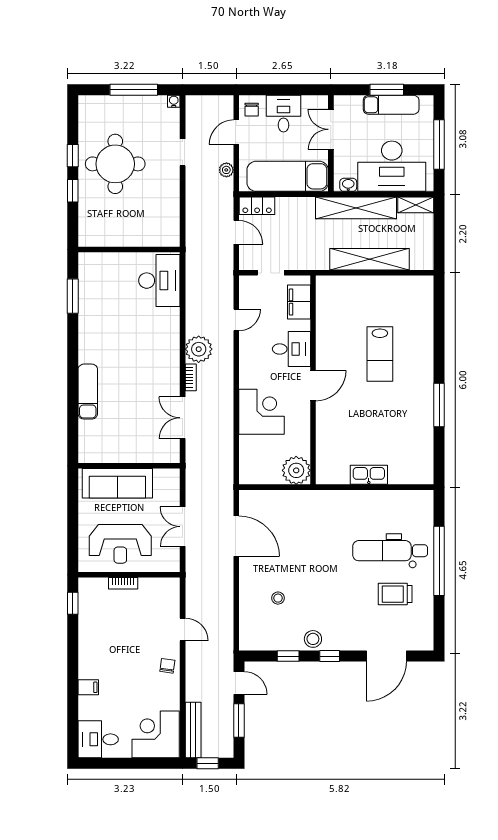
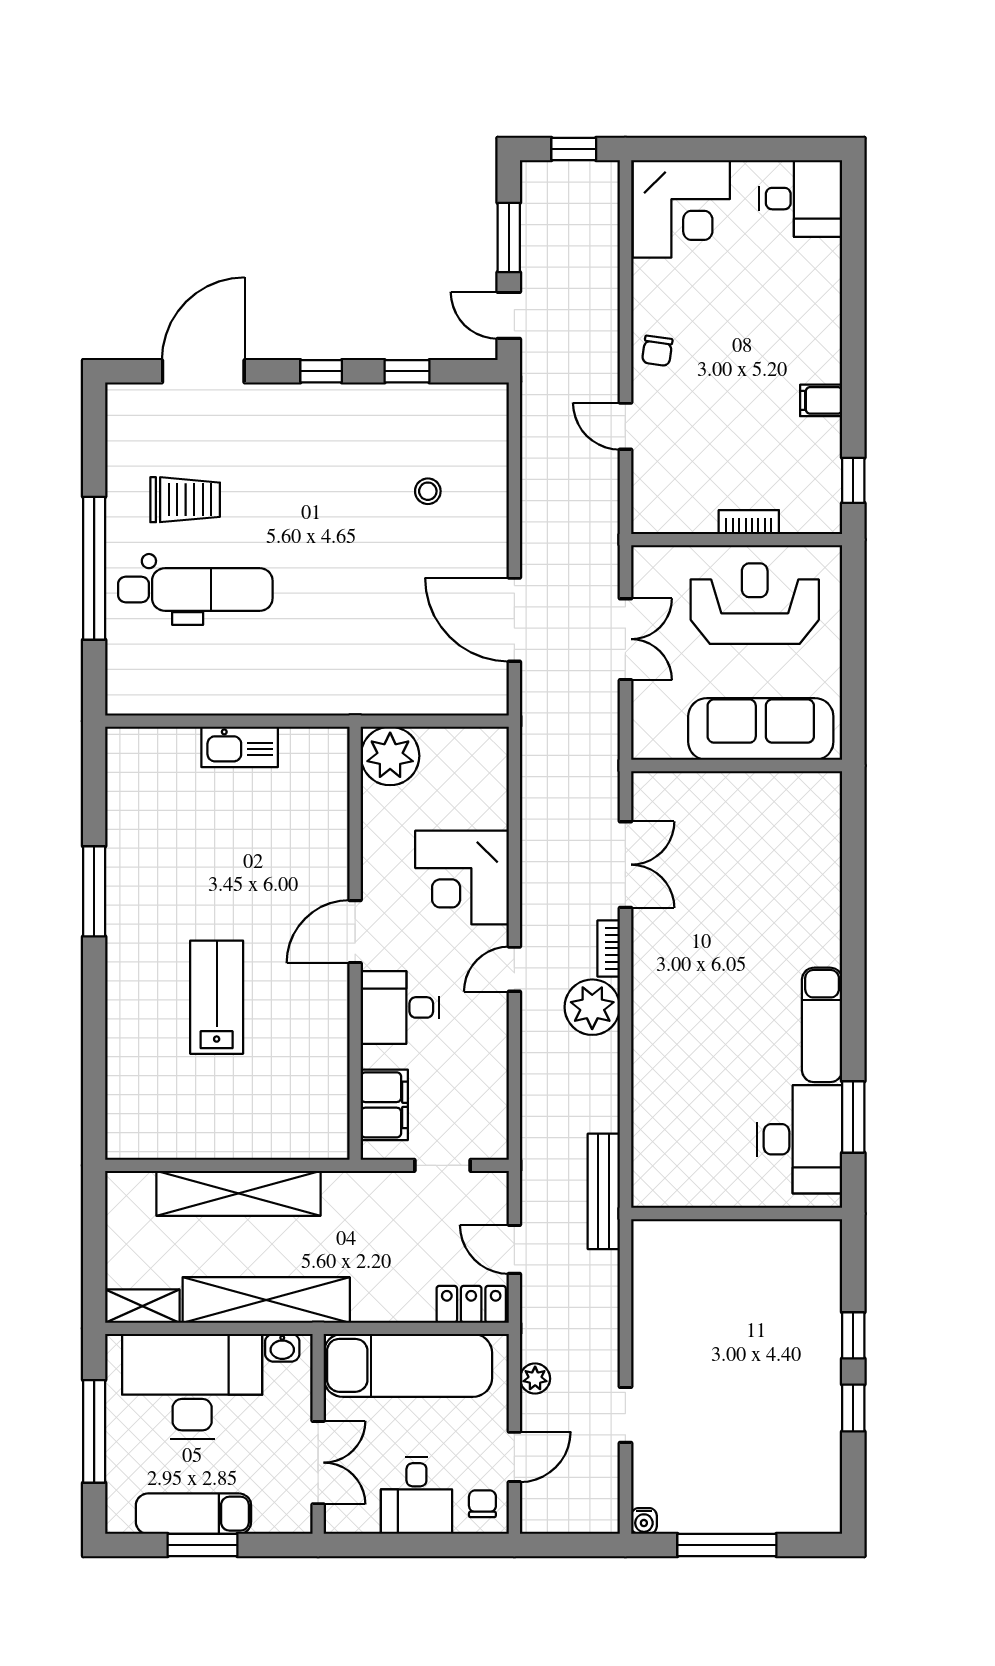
round table: (115, 164) -> (765, 1391), removed
desk: (159, 281) -> (800, 1139), moved, turned 180
door: (236, 320) -> (514, 969), moved
exam couch: (88, 392) -> (822, 1025), moved
stool: (313, 639) -> (355, 407), removed
filing cabinet: (88, 687) -> (821, 400), moved
bench: (193, 730) -> (604, 1191), moved

